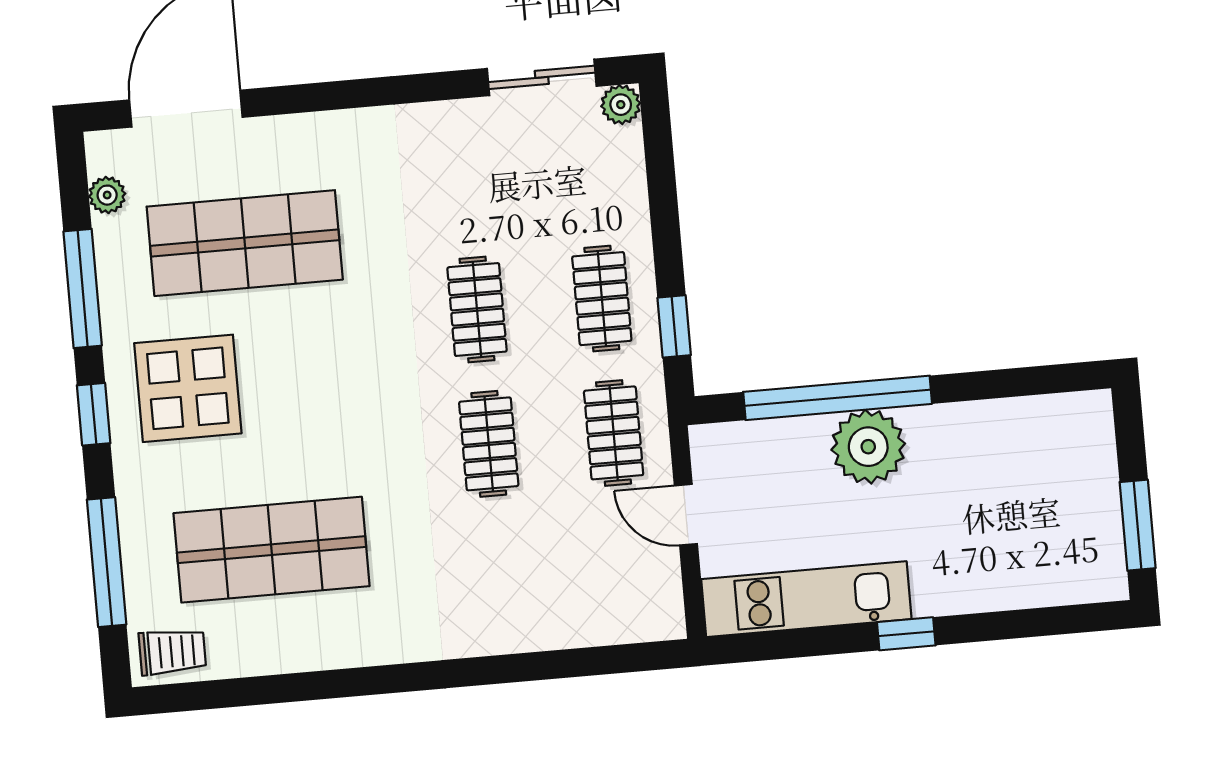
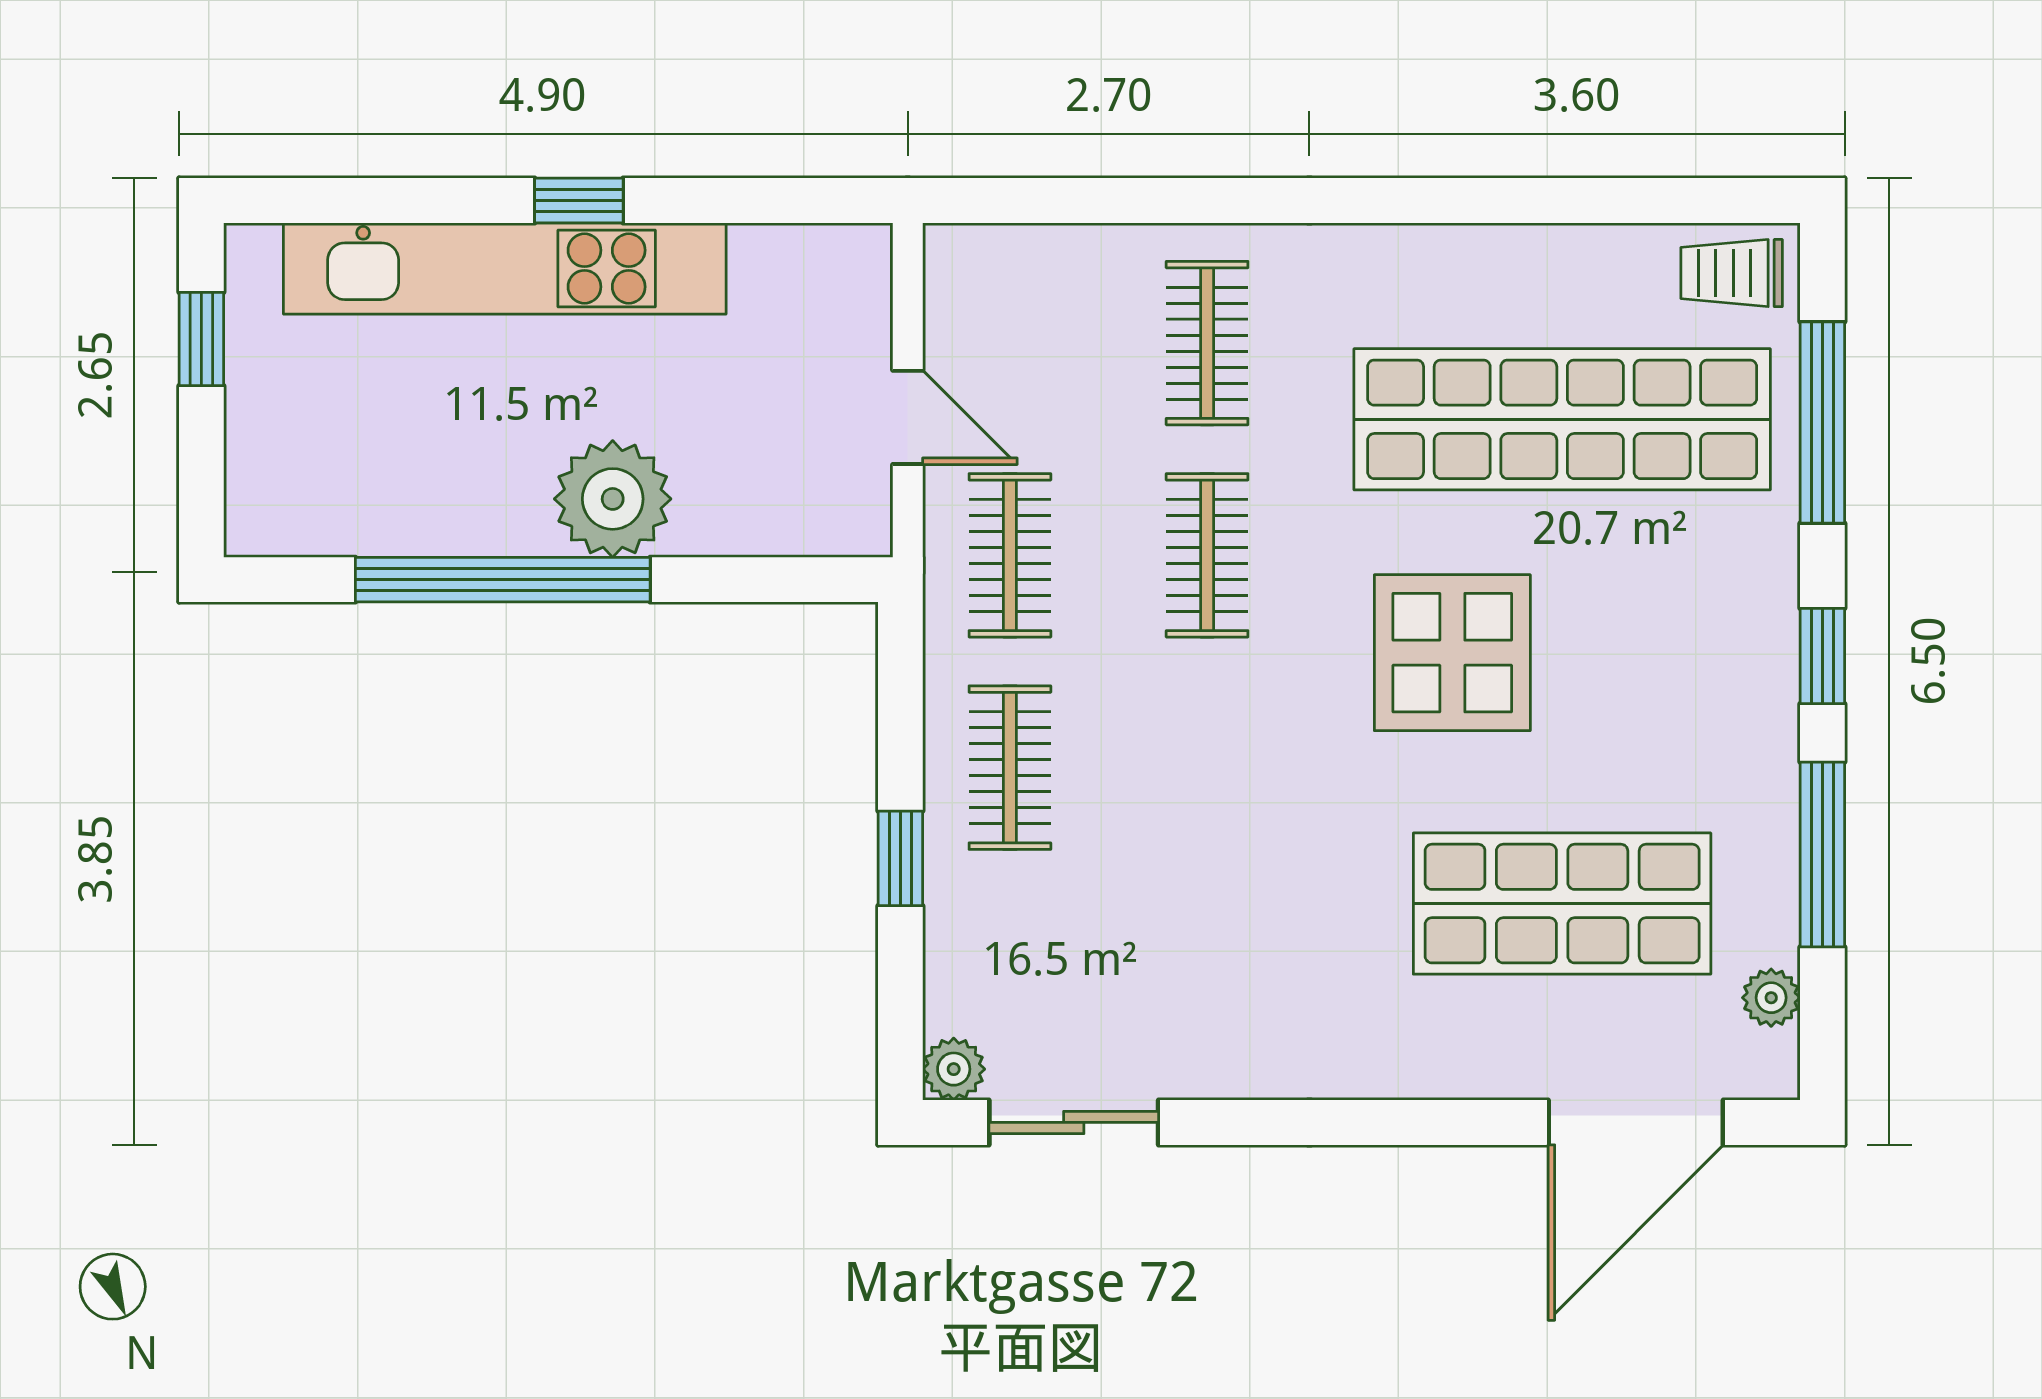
clothes rail: (477, 309) -> (1207, 343), moved
window: (674, 326) -> (900, 858), moved
display table: (188, 388) -> (1452, 653), moved
window: (838, 398) -> (503, 580), moved
window: (1138, 525) -> (201, 339), width x0.67
shop shelf: (272, 550) -> (1562, 419), width x1.40
kitchen unit: (806, 599) -> (505, 268), moved, width x1.36

